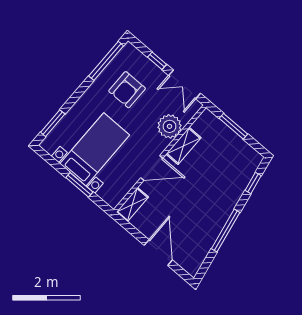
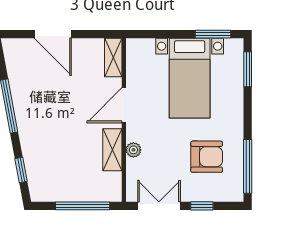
armchair: (127, 90) -> (207, 157), turned 90
plant: (170, 126) -> (133, 150), width x0.53, depth x0.53
window: (233, 126) -> (83, 206), width x1.44
window: (79, 185) -> (213, 34), moved

